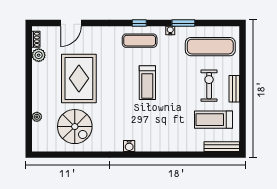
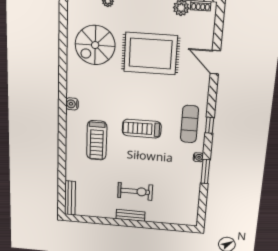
door: (71, 23) -> (215, 62), moved
exercise mat: (210, 47) -> (177, 196), removed
treadmill: (214, 120) -> (97, 140), moved, turned 180

